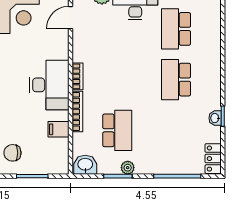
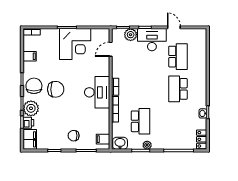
school desk: (176, 29) -> (178, 57), turned 180
filing cabinet: (58, 129) -> (103, 139), moved

